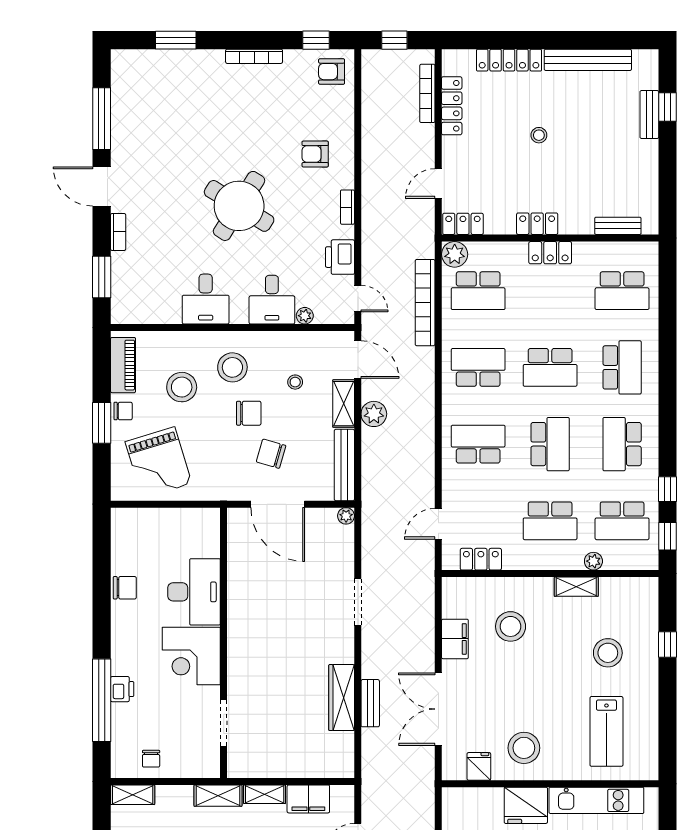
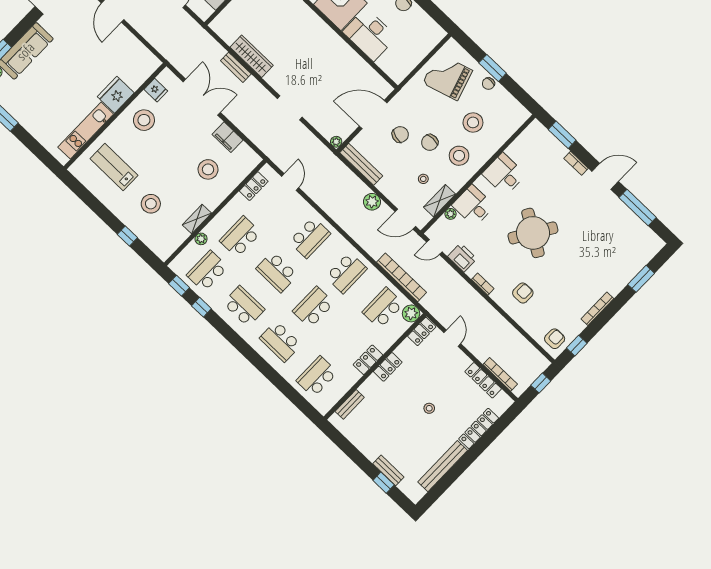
piano: (123, 365) -> (510, 105), removed
shelving: (344, 404) -> (439, 201), moved, turned 90

